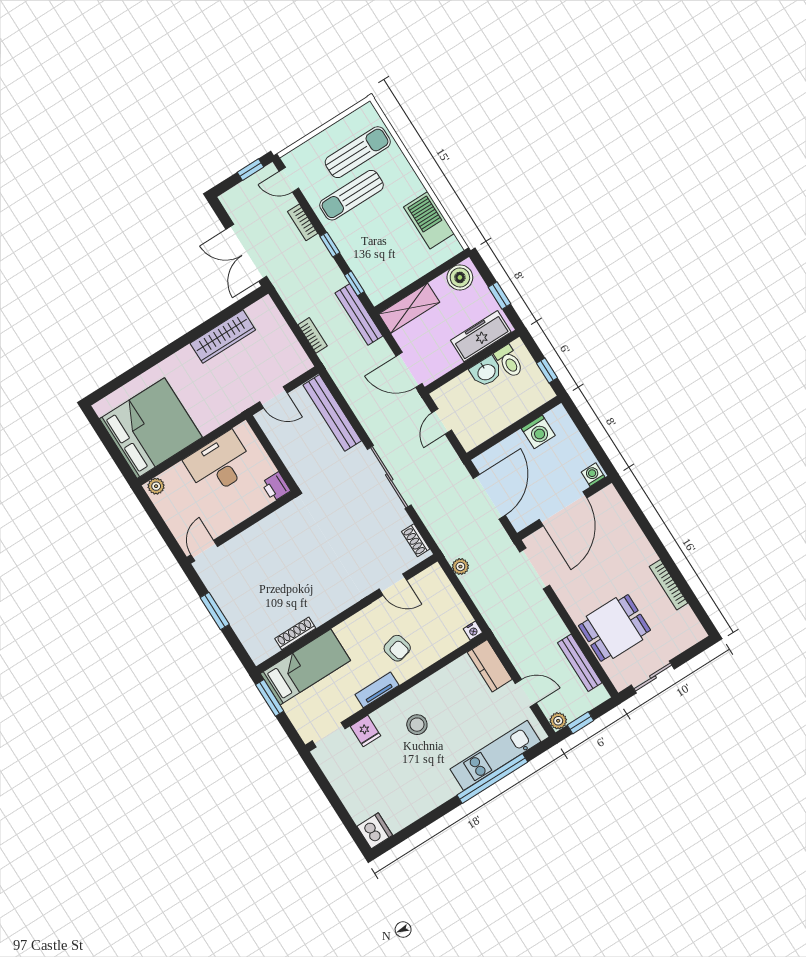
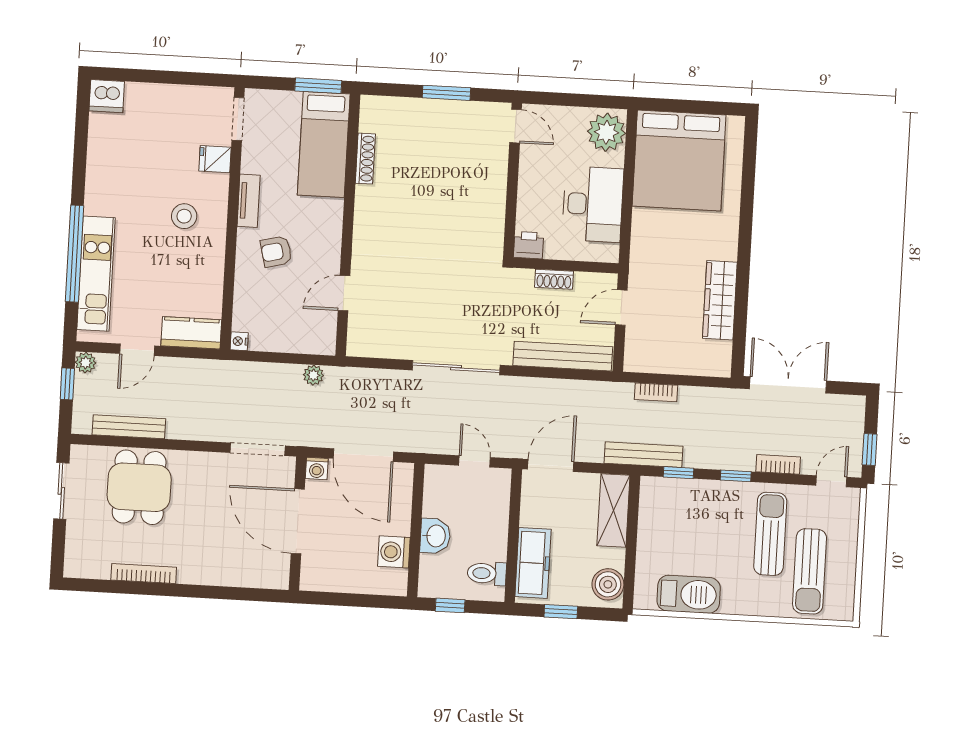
washbasin: (486, 372) -> (435, 536), moved, turned 180
washing machine: (593, 475) -> (317, 468), moved, turned 90
plant: (156, 486) -> (606, 132), width x1.87, depth x1.87
shoe rack: (416, 540) -> (554, 279), moved, turned 180

